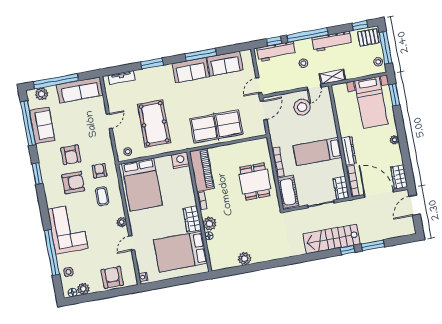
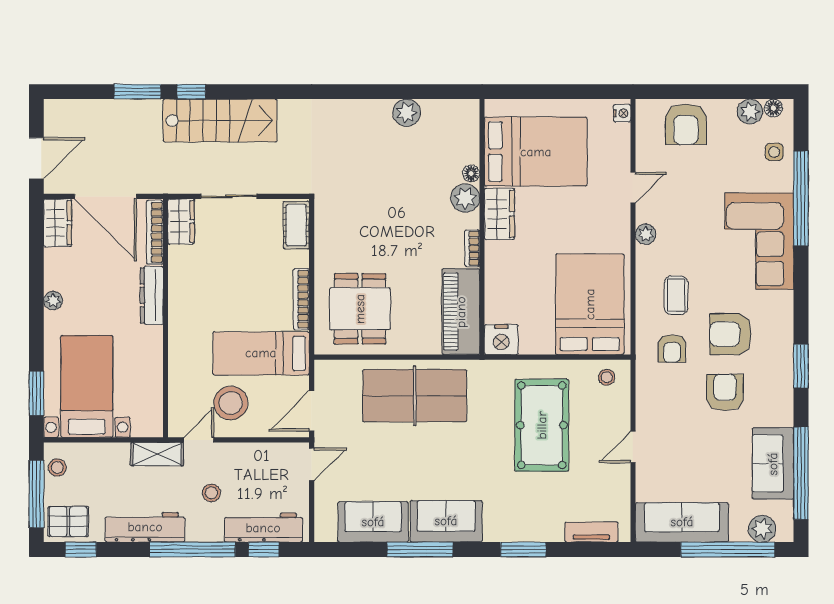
bed: (317, 152) -> (261, 353), moved, turned 180
dining table: (255, 181) -> (360, 309), moved
cot: (288, 192) -> (296, 225), width x0.73, depth x0.75

